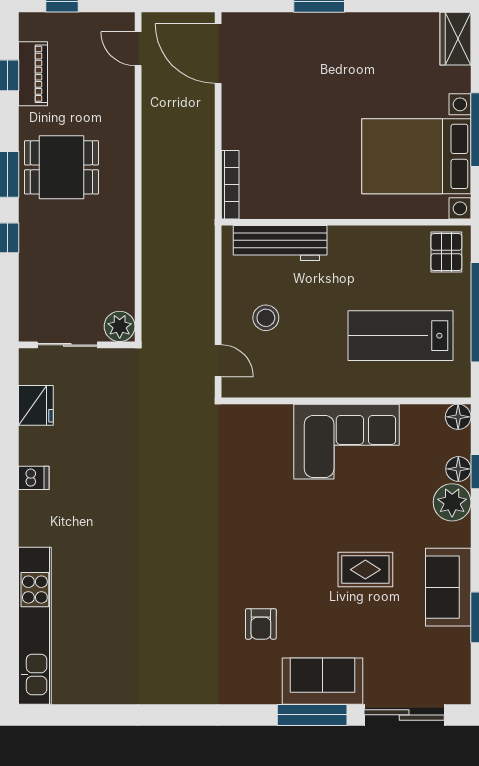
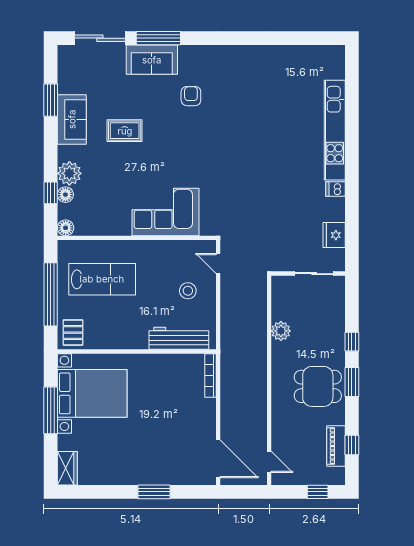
plant: (120, 326) -> (281, 331), moved
corner sofa: (346, 442) -> (166, 212), moved
kitchen unit: (35, 626) -> (335, 130), moved

